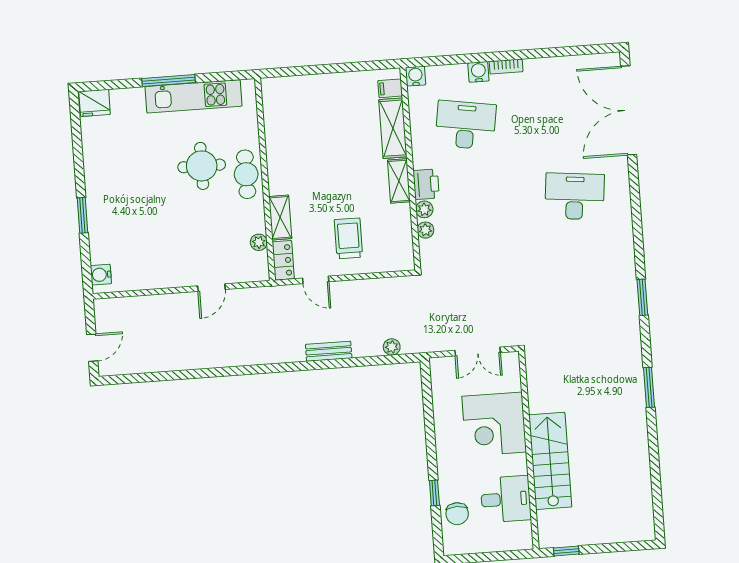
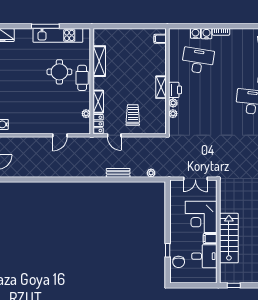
water cooler: (415, 76) -> (196, 33), moved
shelving: (393, 128) -> (99, 61), moved
filing cabinet: (514, 464) -> (210, 239), added

